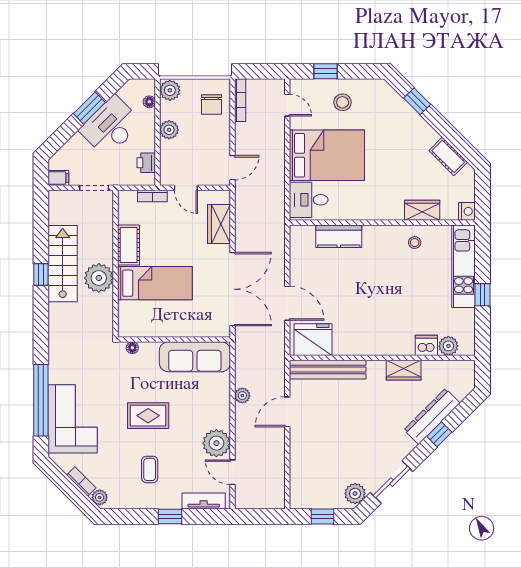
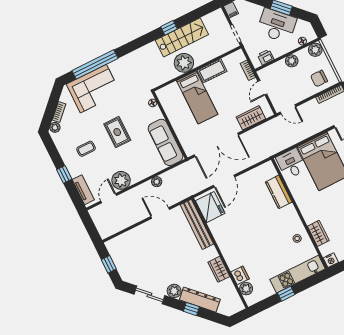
plant: (355, 494) -> (174, 291), moved

